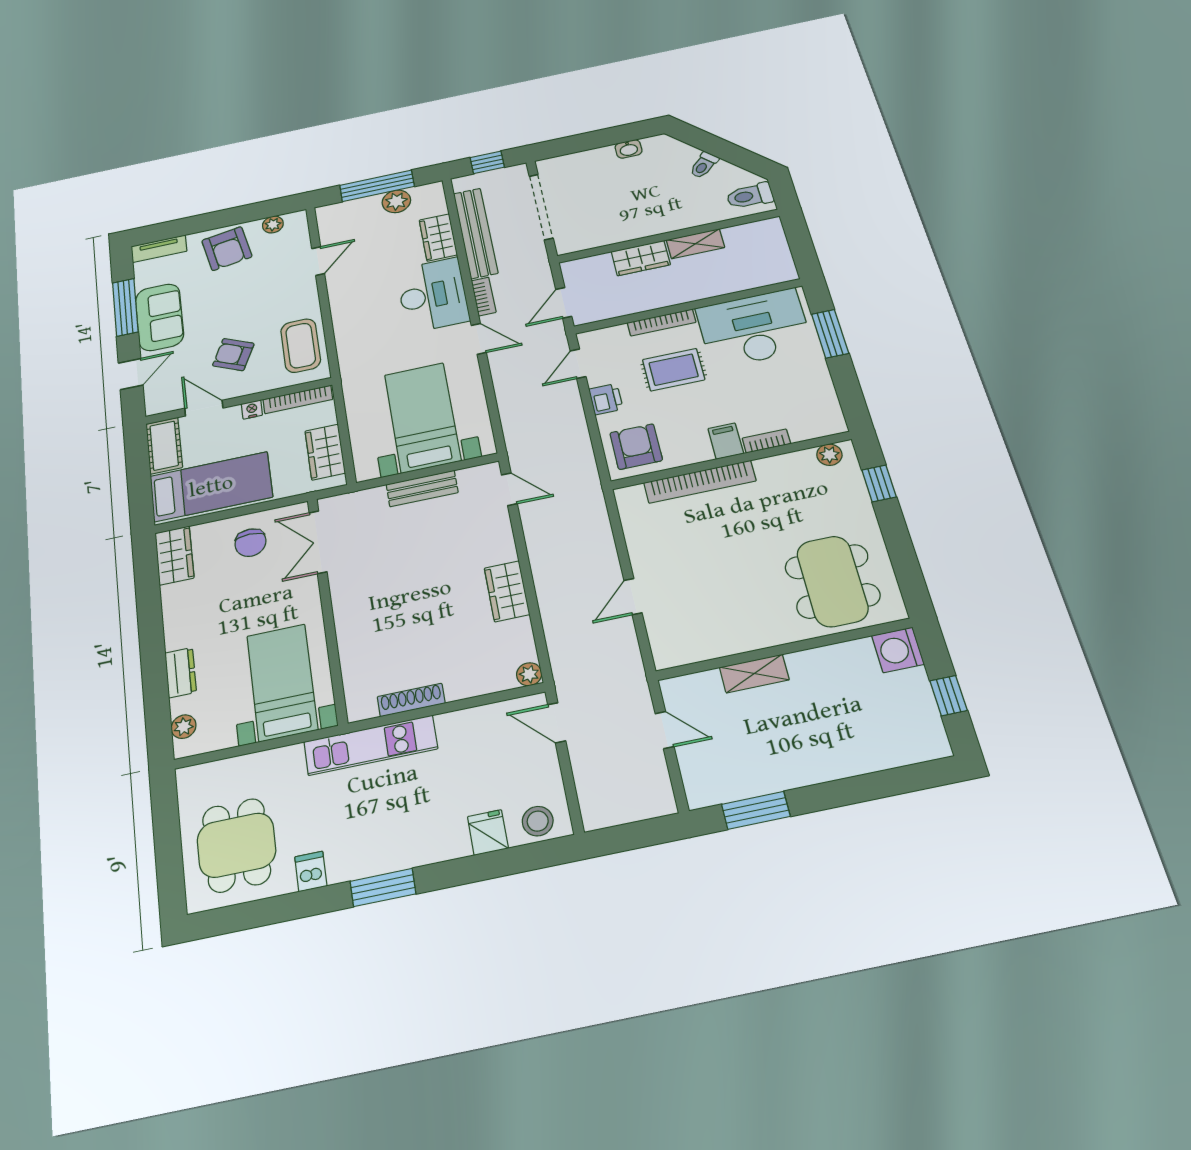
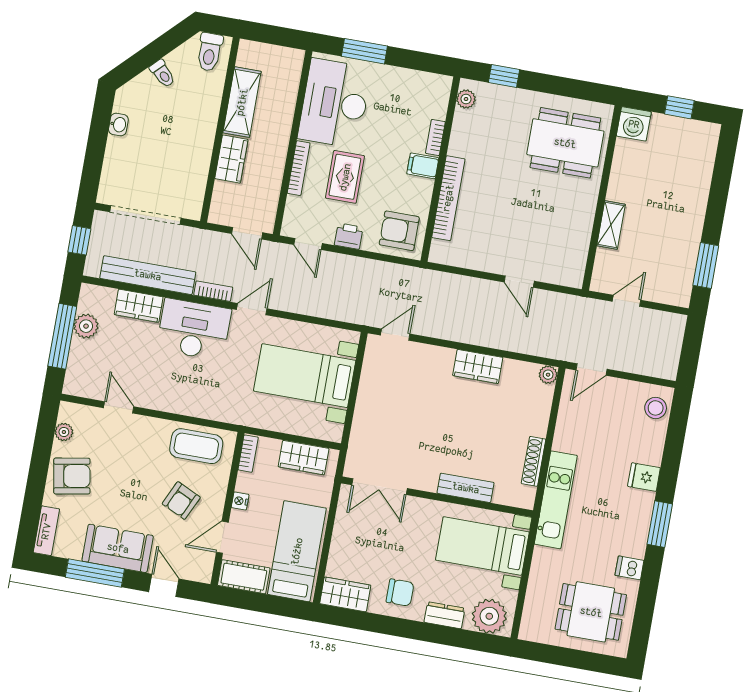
shelving: (695, 244) -> (242, 102), width x1.50, depth x1.33
bookcase: (298, 399) -> (248, 454), width x0.64
bench: (422, 488) -> (466, 488), moved, turned 90
chair: (250, 543) -> (400, 592), moved
plant: (184, 727) -> (489, 616), width x1.87, depth x1.87
fridge: (488, 832) -> (644, 477), moved

